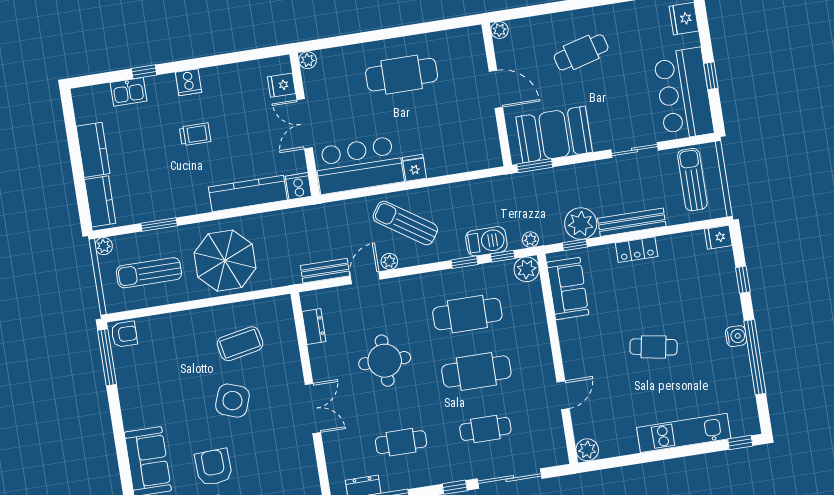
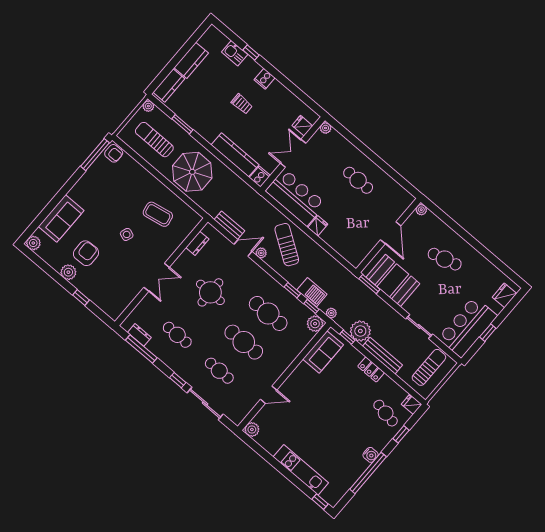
cafe table: (402, 75) -> (358, 180), width x0.73, depth x0.74
cafe table: (654, 347) -> (386, 413), moved
side table: (232, 401) -> (127, 234), width x0.54, depth x0.54

